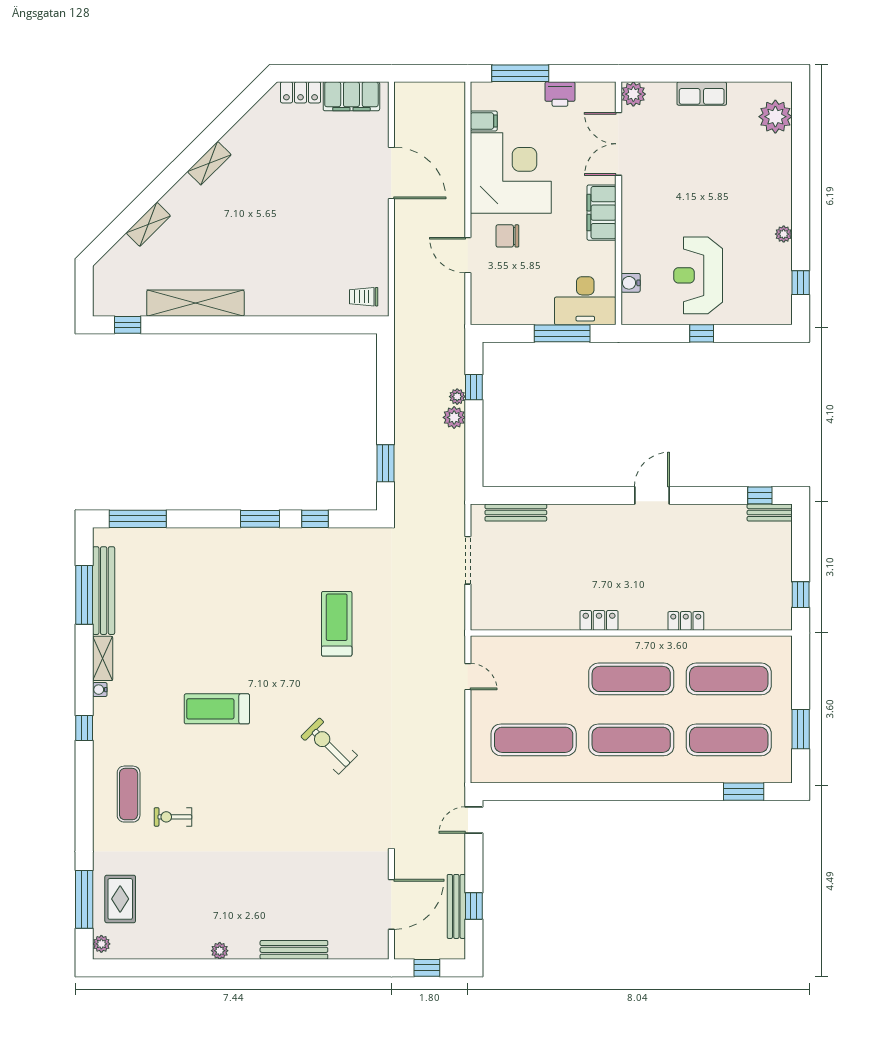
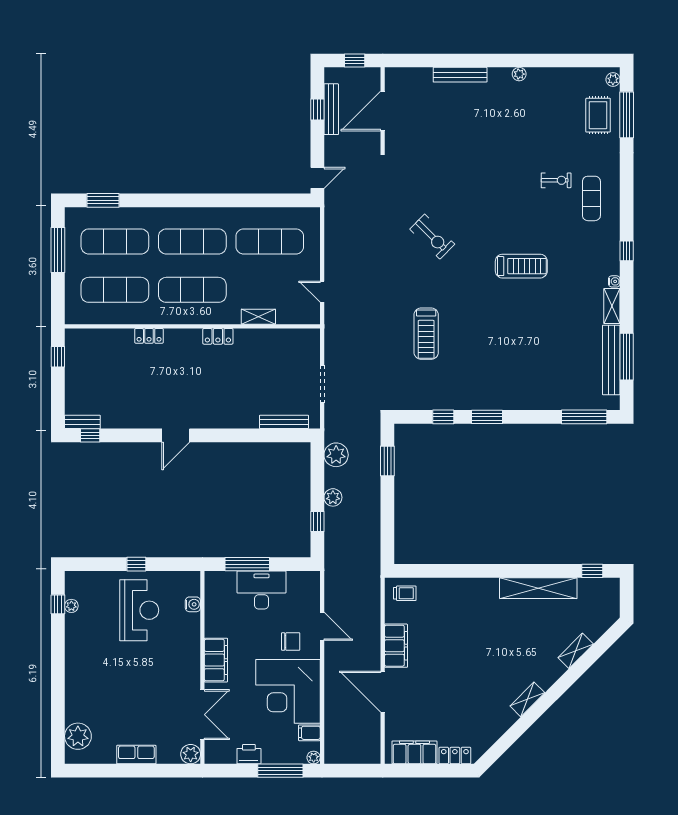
plant: (479, 90) -> (314, 758), added
filing cabinet: (375, 231) -> (396, 646), added
plant: (784, 234) -> (71, 606), moved
desk: (585, 301) -> (261, 590), moved
plant: (457, 397) -> (336, 455), moved, width x1.88, depth x1.88
shelving: (548, 645) -> (258, 317), added
window: (801, 729) -> (58, 250), width x1.44

